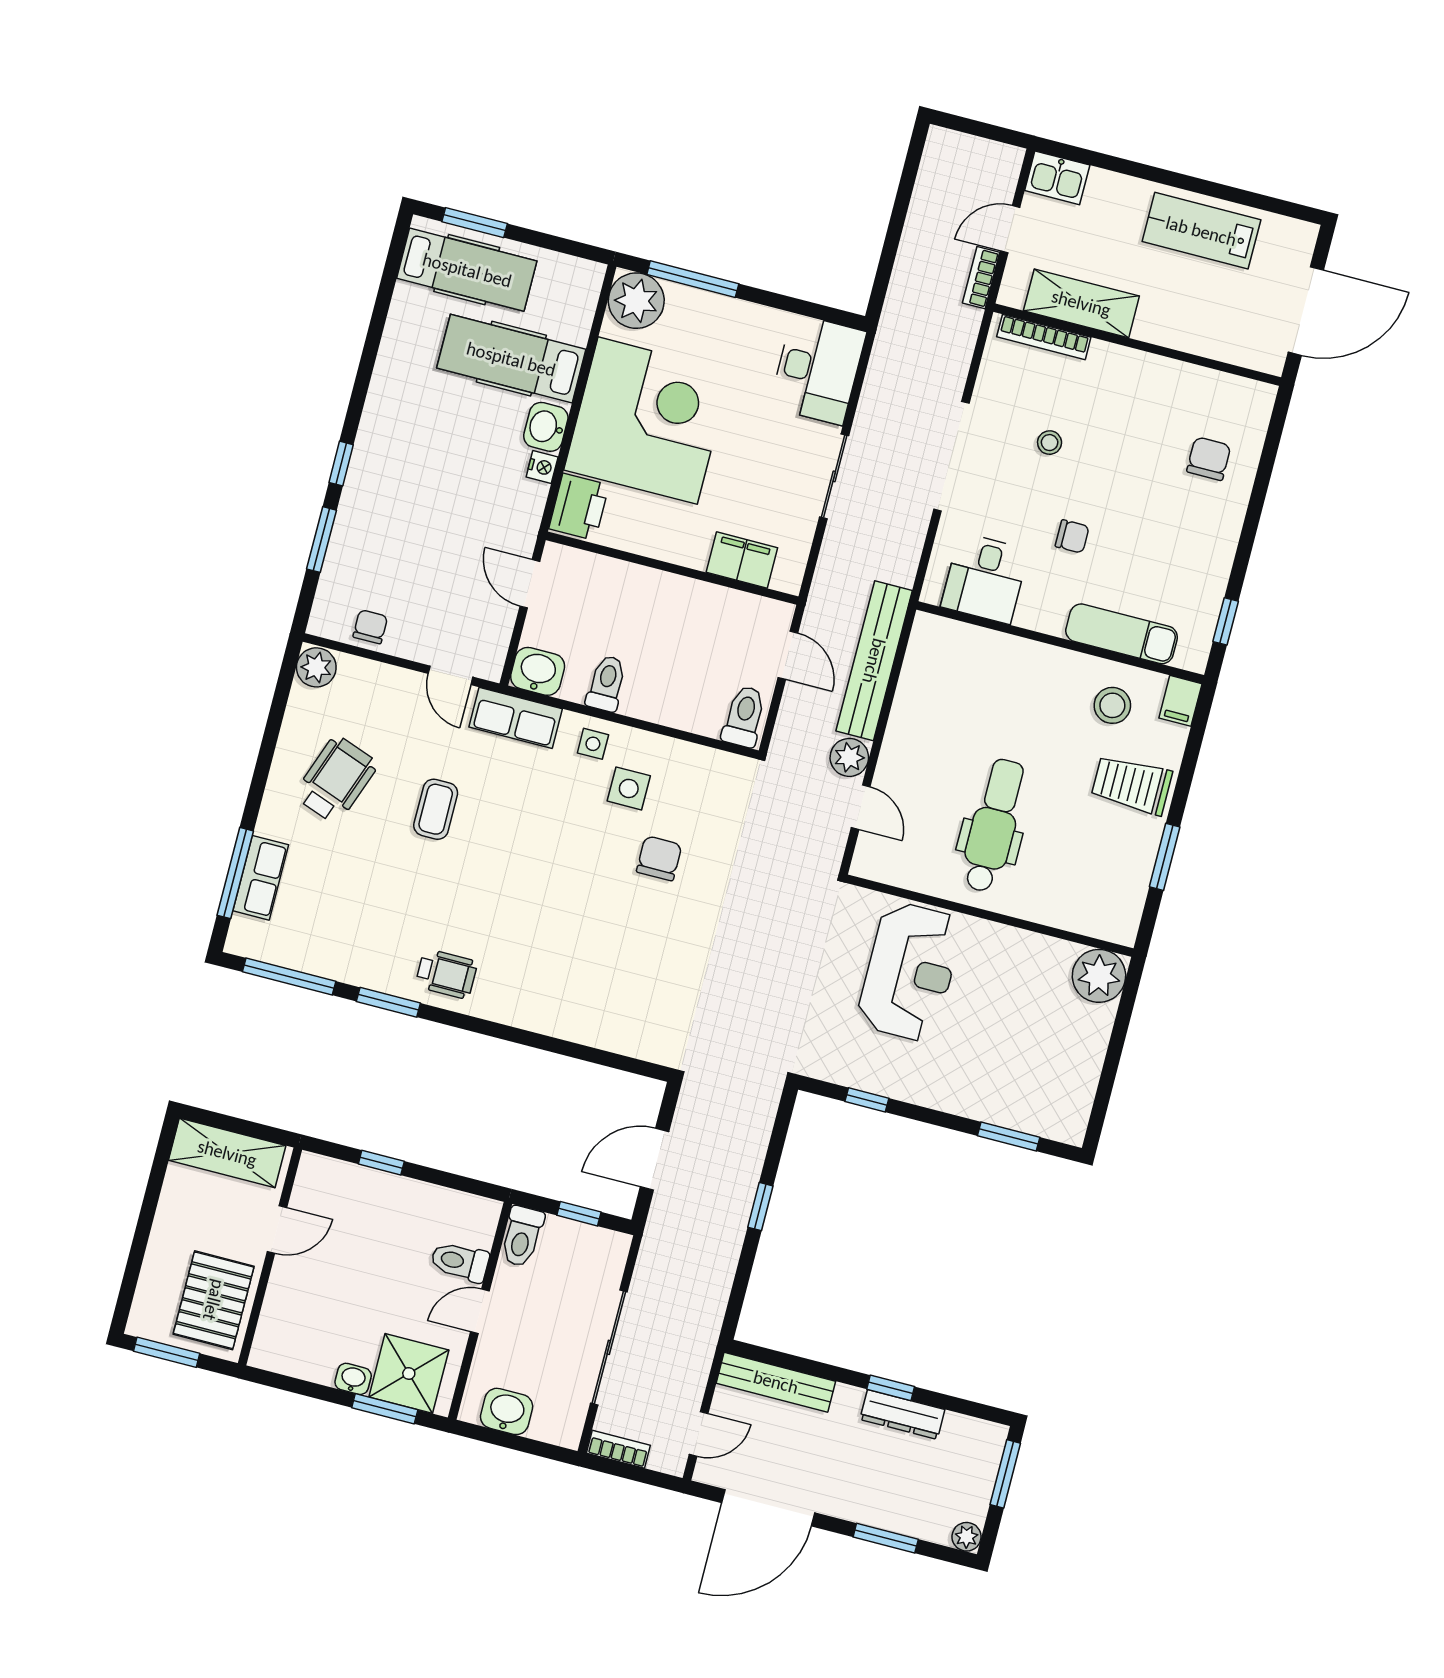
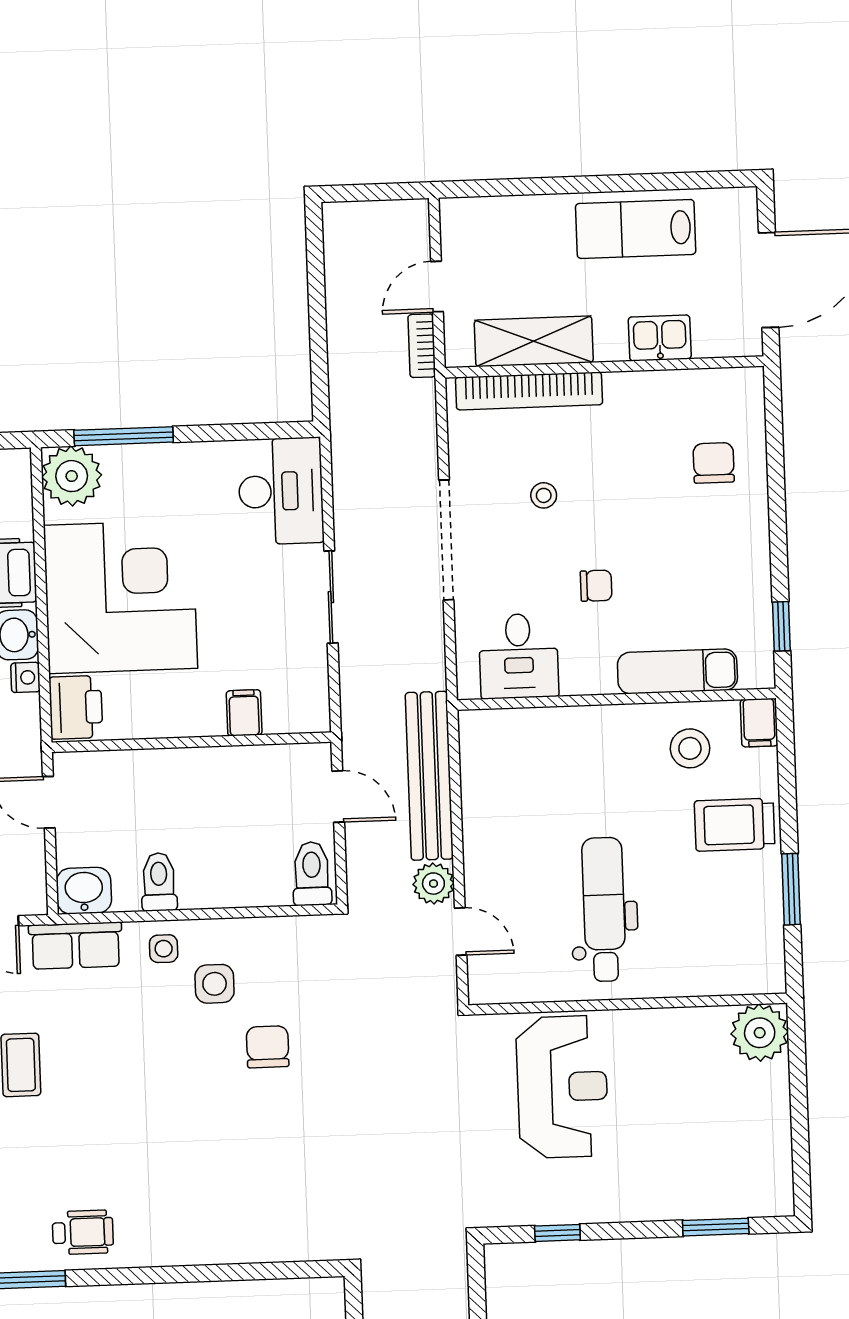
kitchen sink: (1057, 178) -> (660, 338), moved, turned 180
bookcase: (1044, 337) -> (529, 391), width x1.48, depth x1.31
filing cabinet: (742, 560) -> (244, 713), width x0.50

